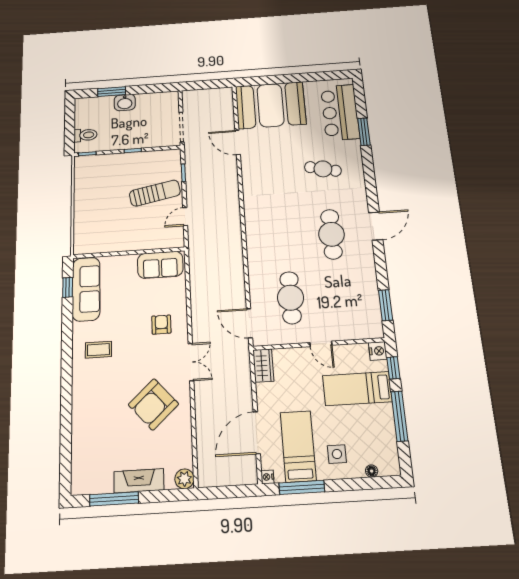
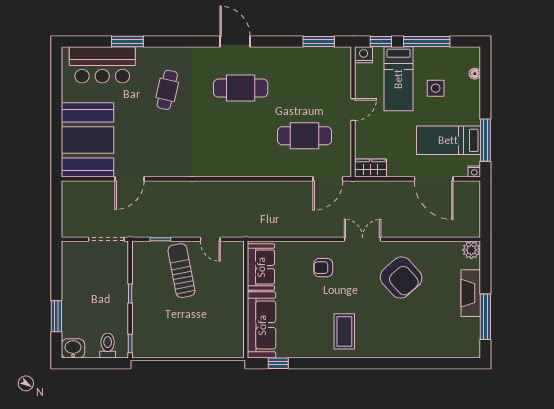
washbasin: (125, 103) -> (73, 348), moved, turned -90
sofa: (86, 289) -> (262, 325), moved, turned 90
coffee table: (98, 350) -> (344, 331), width x1.36, depth x1.30
side table: (337, 454) -> (436, 88), moved

